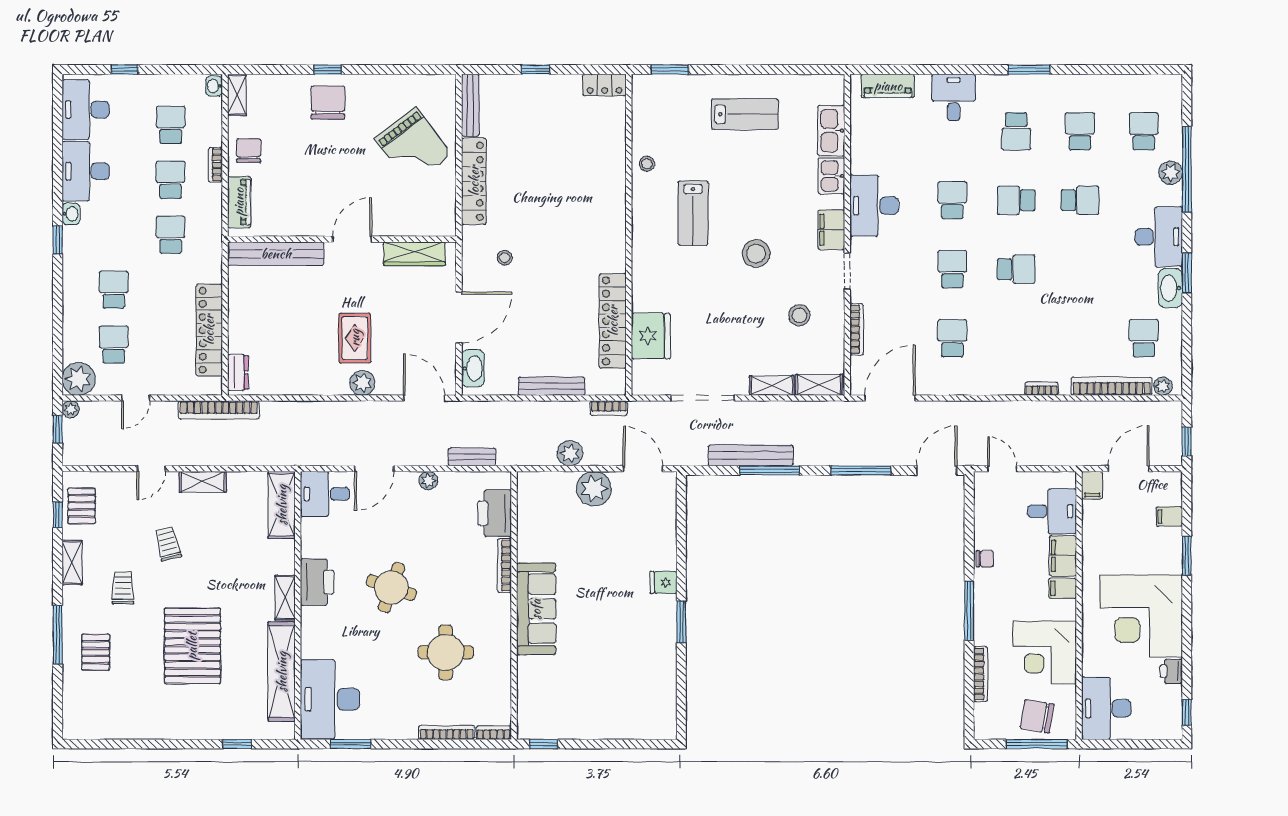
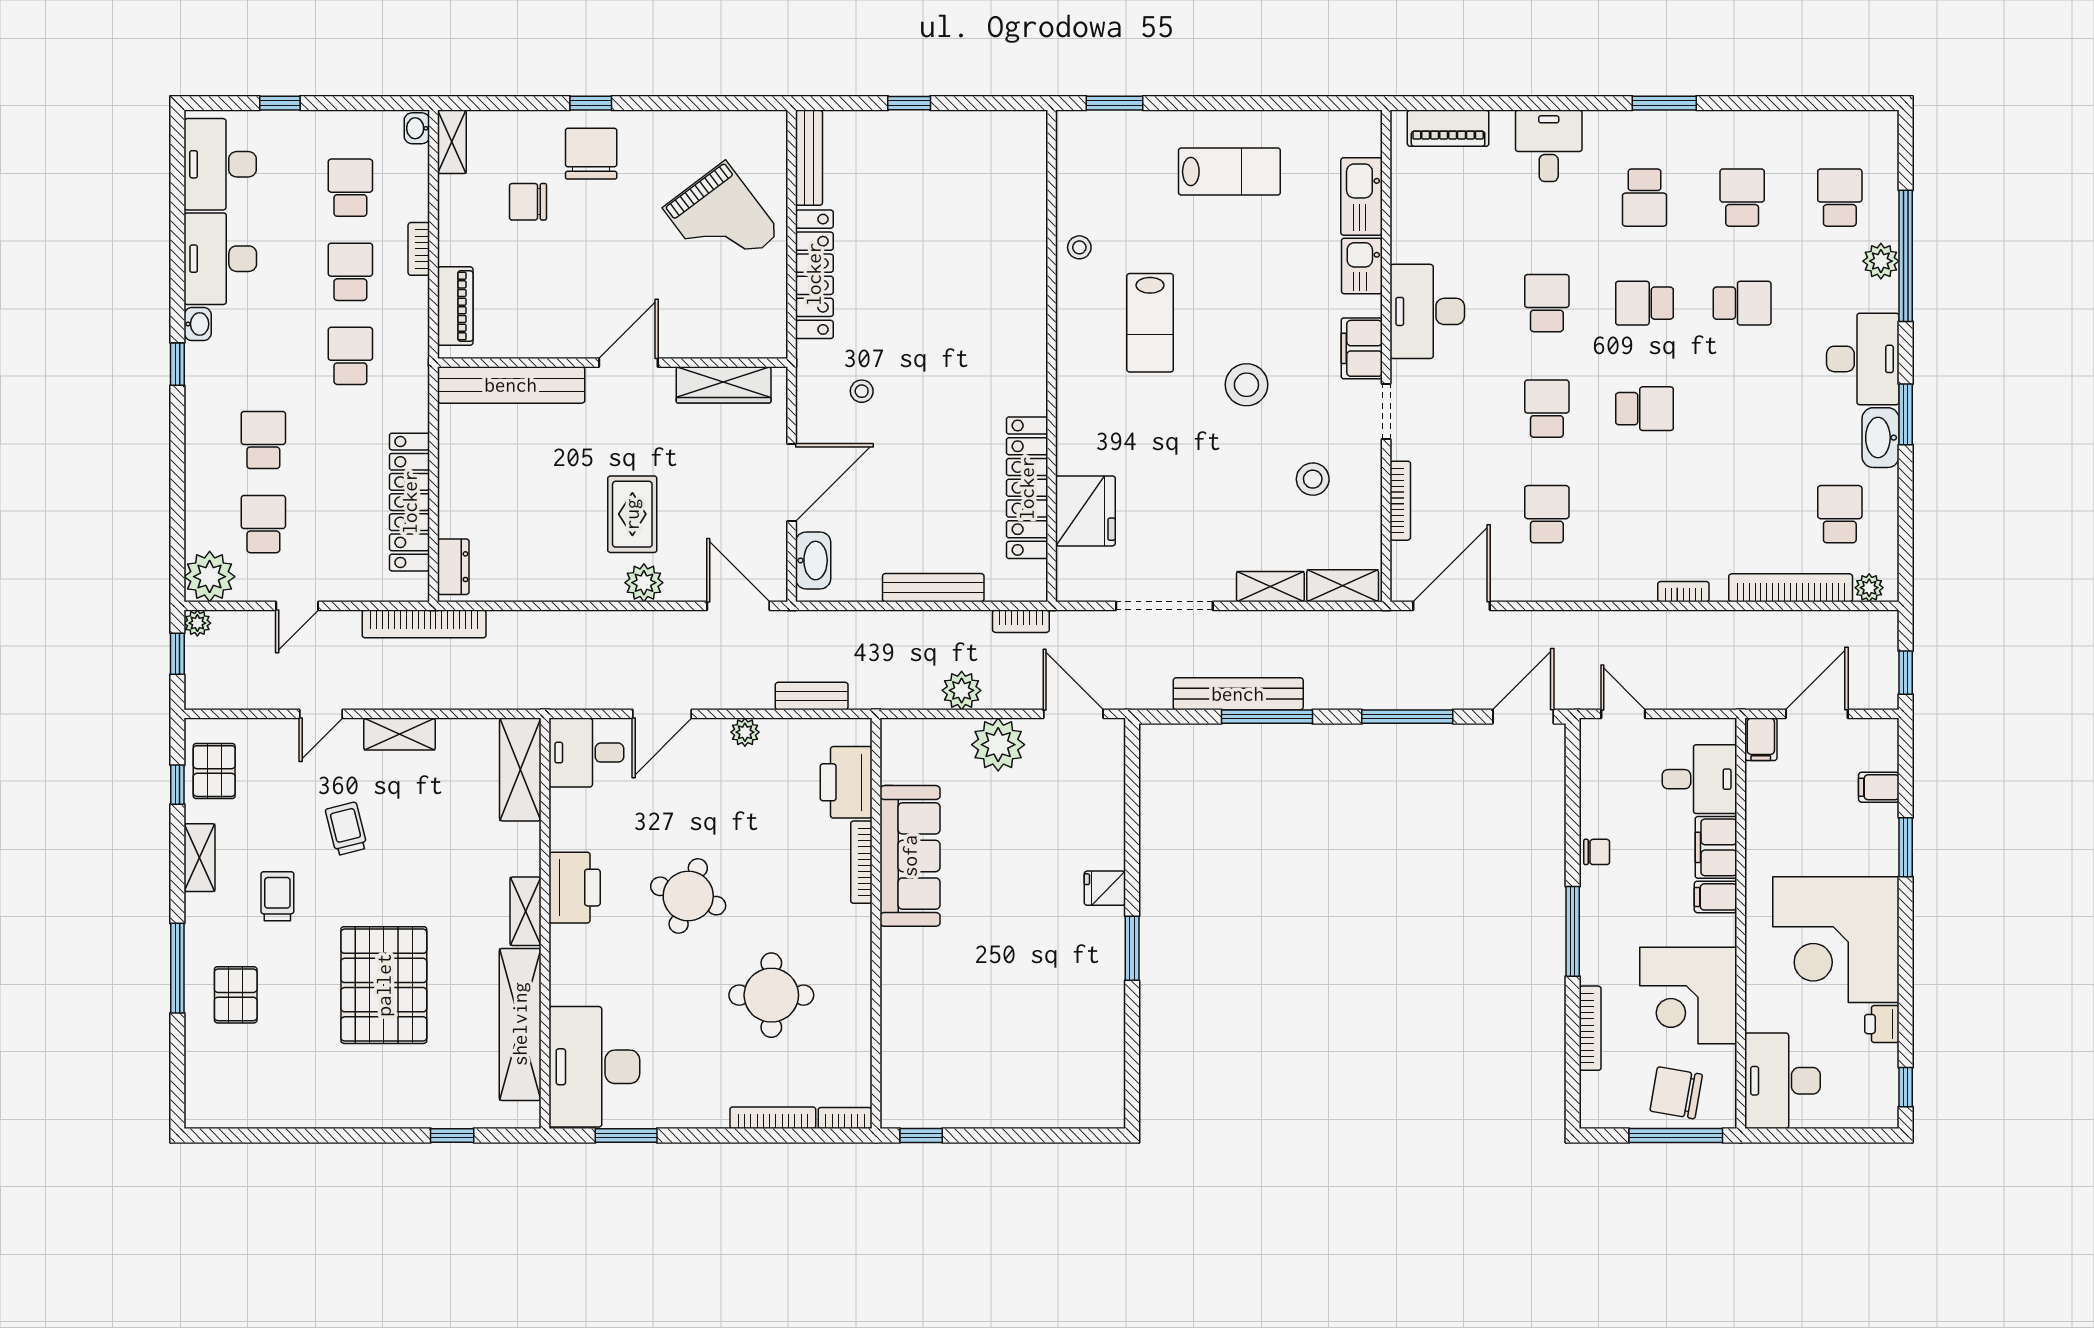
locker: (605, 85) -> (1015, 127), removed
chair: (249, 151) -> (528, 202), moved, turned -90
sofa: (536, 609) -> (910, 856), moved

